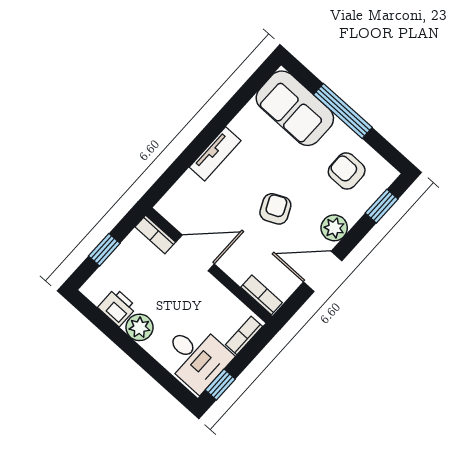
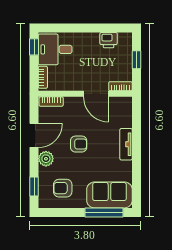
window: (343, 111) -> (104, 212), moved
armchair: (347, 171) -> (63, 188), turned 180
armchair: (275, 209) -> (79, 144), turned -65
door: (195, 253) -> (96, 94), hinge flipped
plant: (140, 327) -> (91, 40), removed

